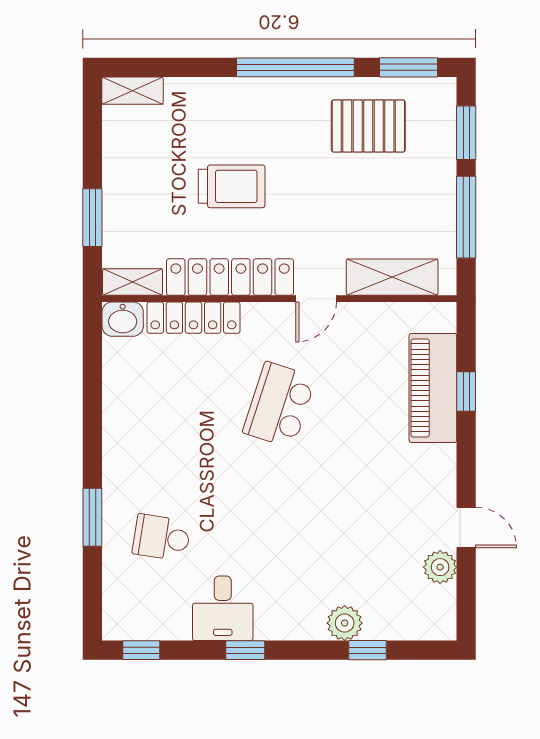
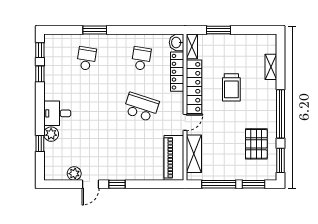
shelving: (133, 91) -> (271, 67), moved
door: (316, 299) -> (185, 122), swing flipped
piano: (433, 388) -> (174, 158), moved, turned -90
window: (466, 392) -> (117, 184), moved
school desk: (162, 405) -> (141, 59), added
desk: (223, 608) -> (57, 113), moved
window: (245, 650) -> (40, 74), moved

